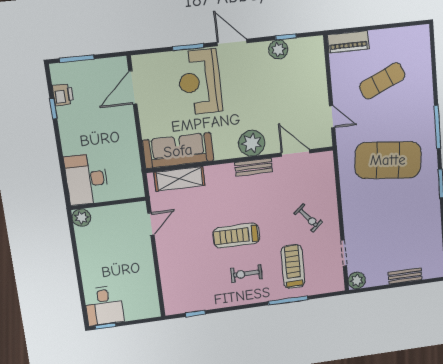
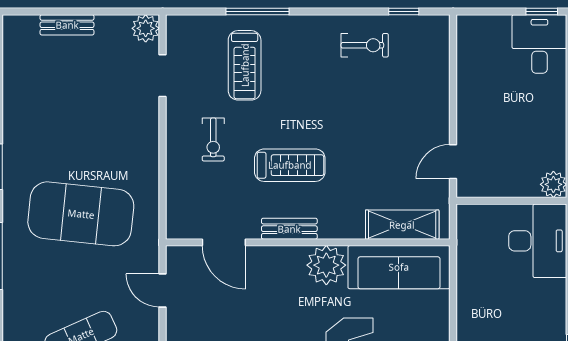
plant: (252, 143) -> (326, 265), moved
exercise bike: (308, 218) -> (213, 140), turned -140
treadmill: (236, 236) -> (290, 165), moved
exercise bike: (246, 274) -> (365, 45), moved

